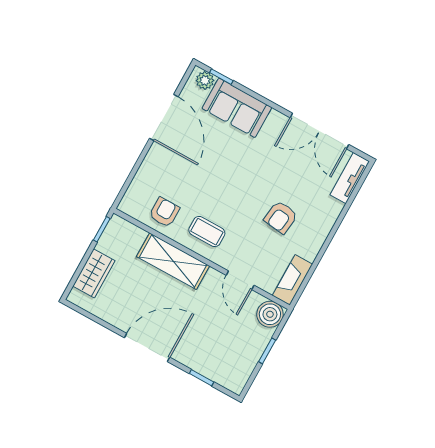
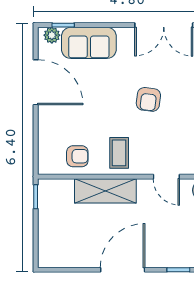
armchair: (164, 212) -> (77, 156), turned 90
armchair: (281, 217) -> (148, 99), moved
coffee table: (207, 232) -> (119, 153), turned 90
wardrobe: (94, 273) -> (49, 235), removed

